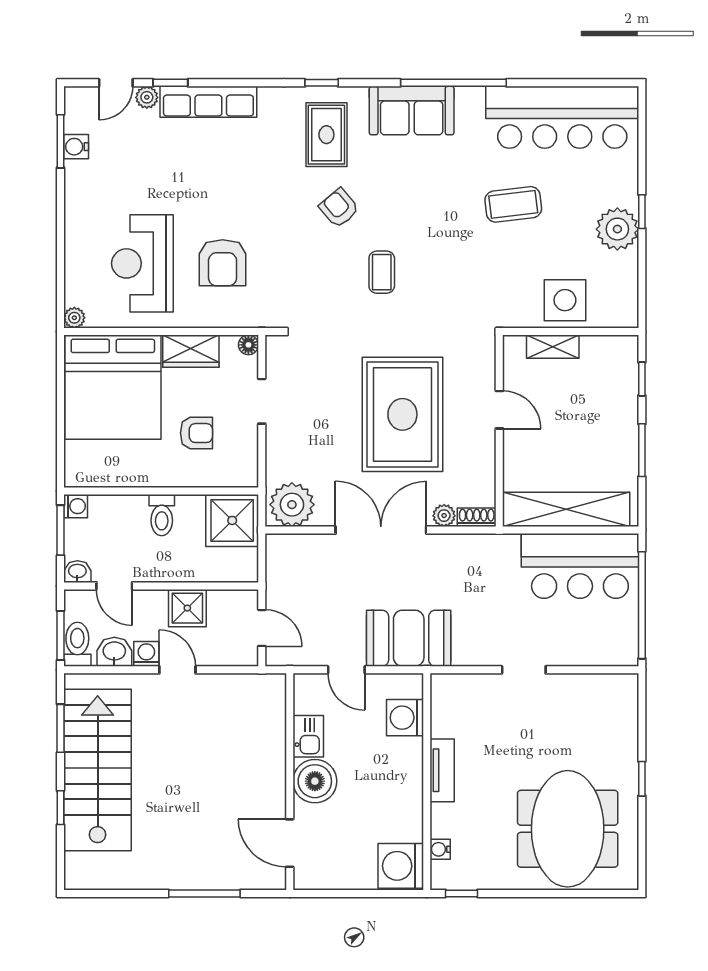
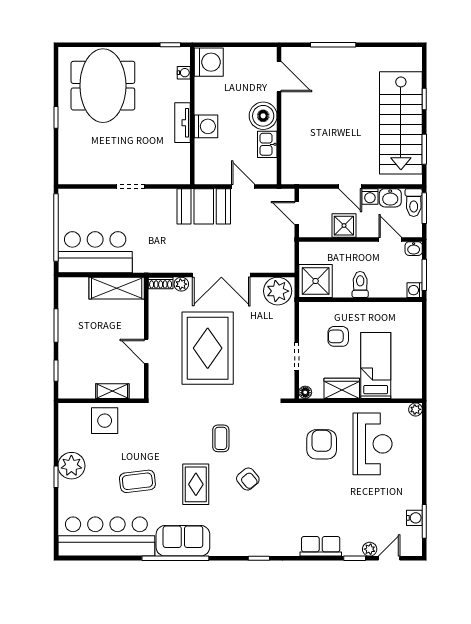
row of seats: (208, 102) -> (321, 546), width x0.68
sofa: (412, 111) -> (183, 541), moved
rug: (326, 135) -> (196, 484), moved
bed: (113, 387) -> (376, 366), width x0.49
shelving: (566, 509) -> (117, 288), width x0.68
washing machine: (405, 718) -> (206, 126), moved

